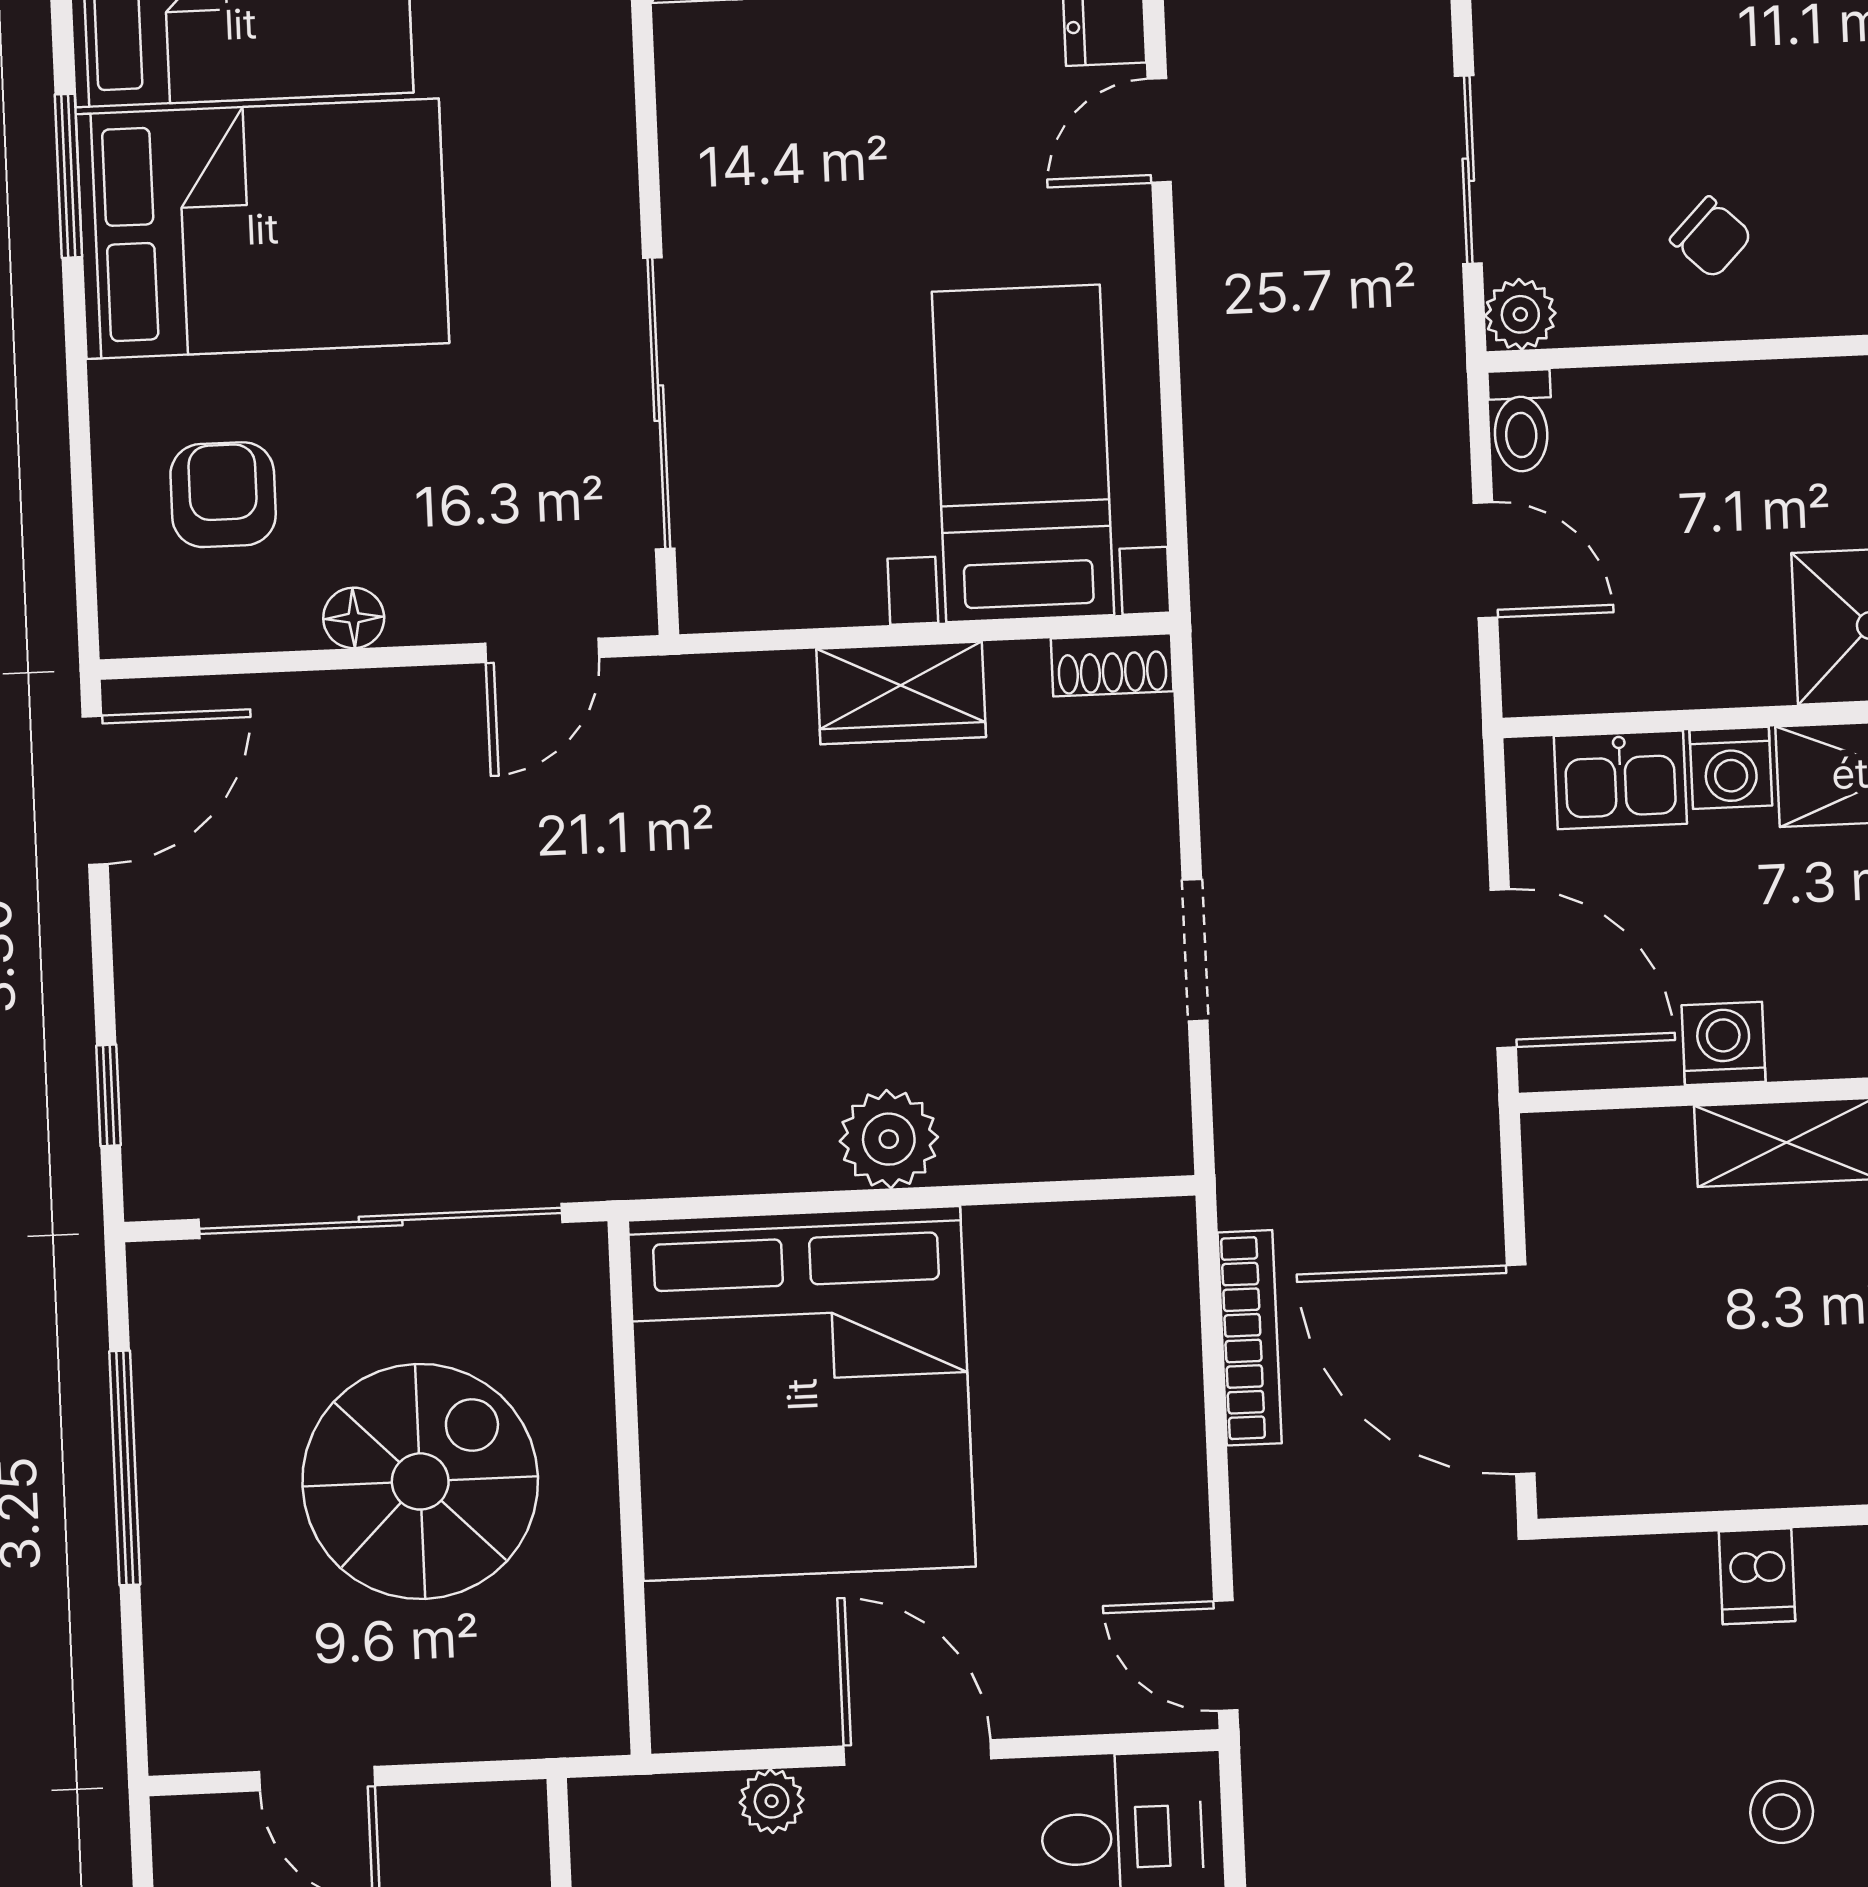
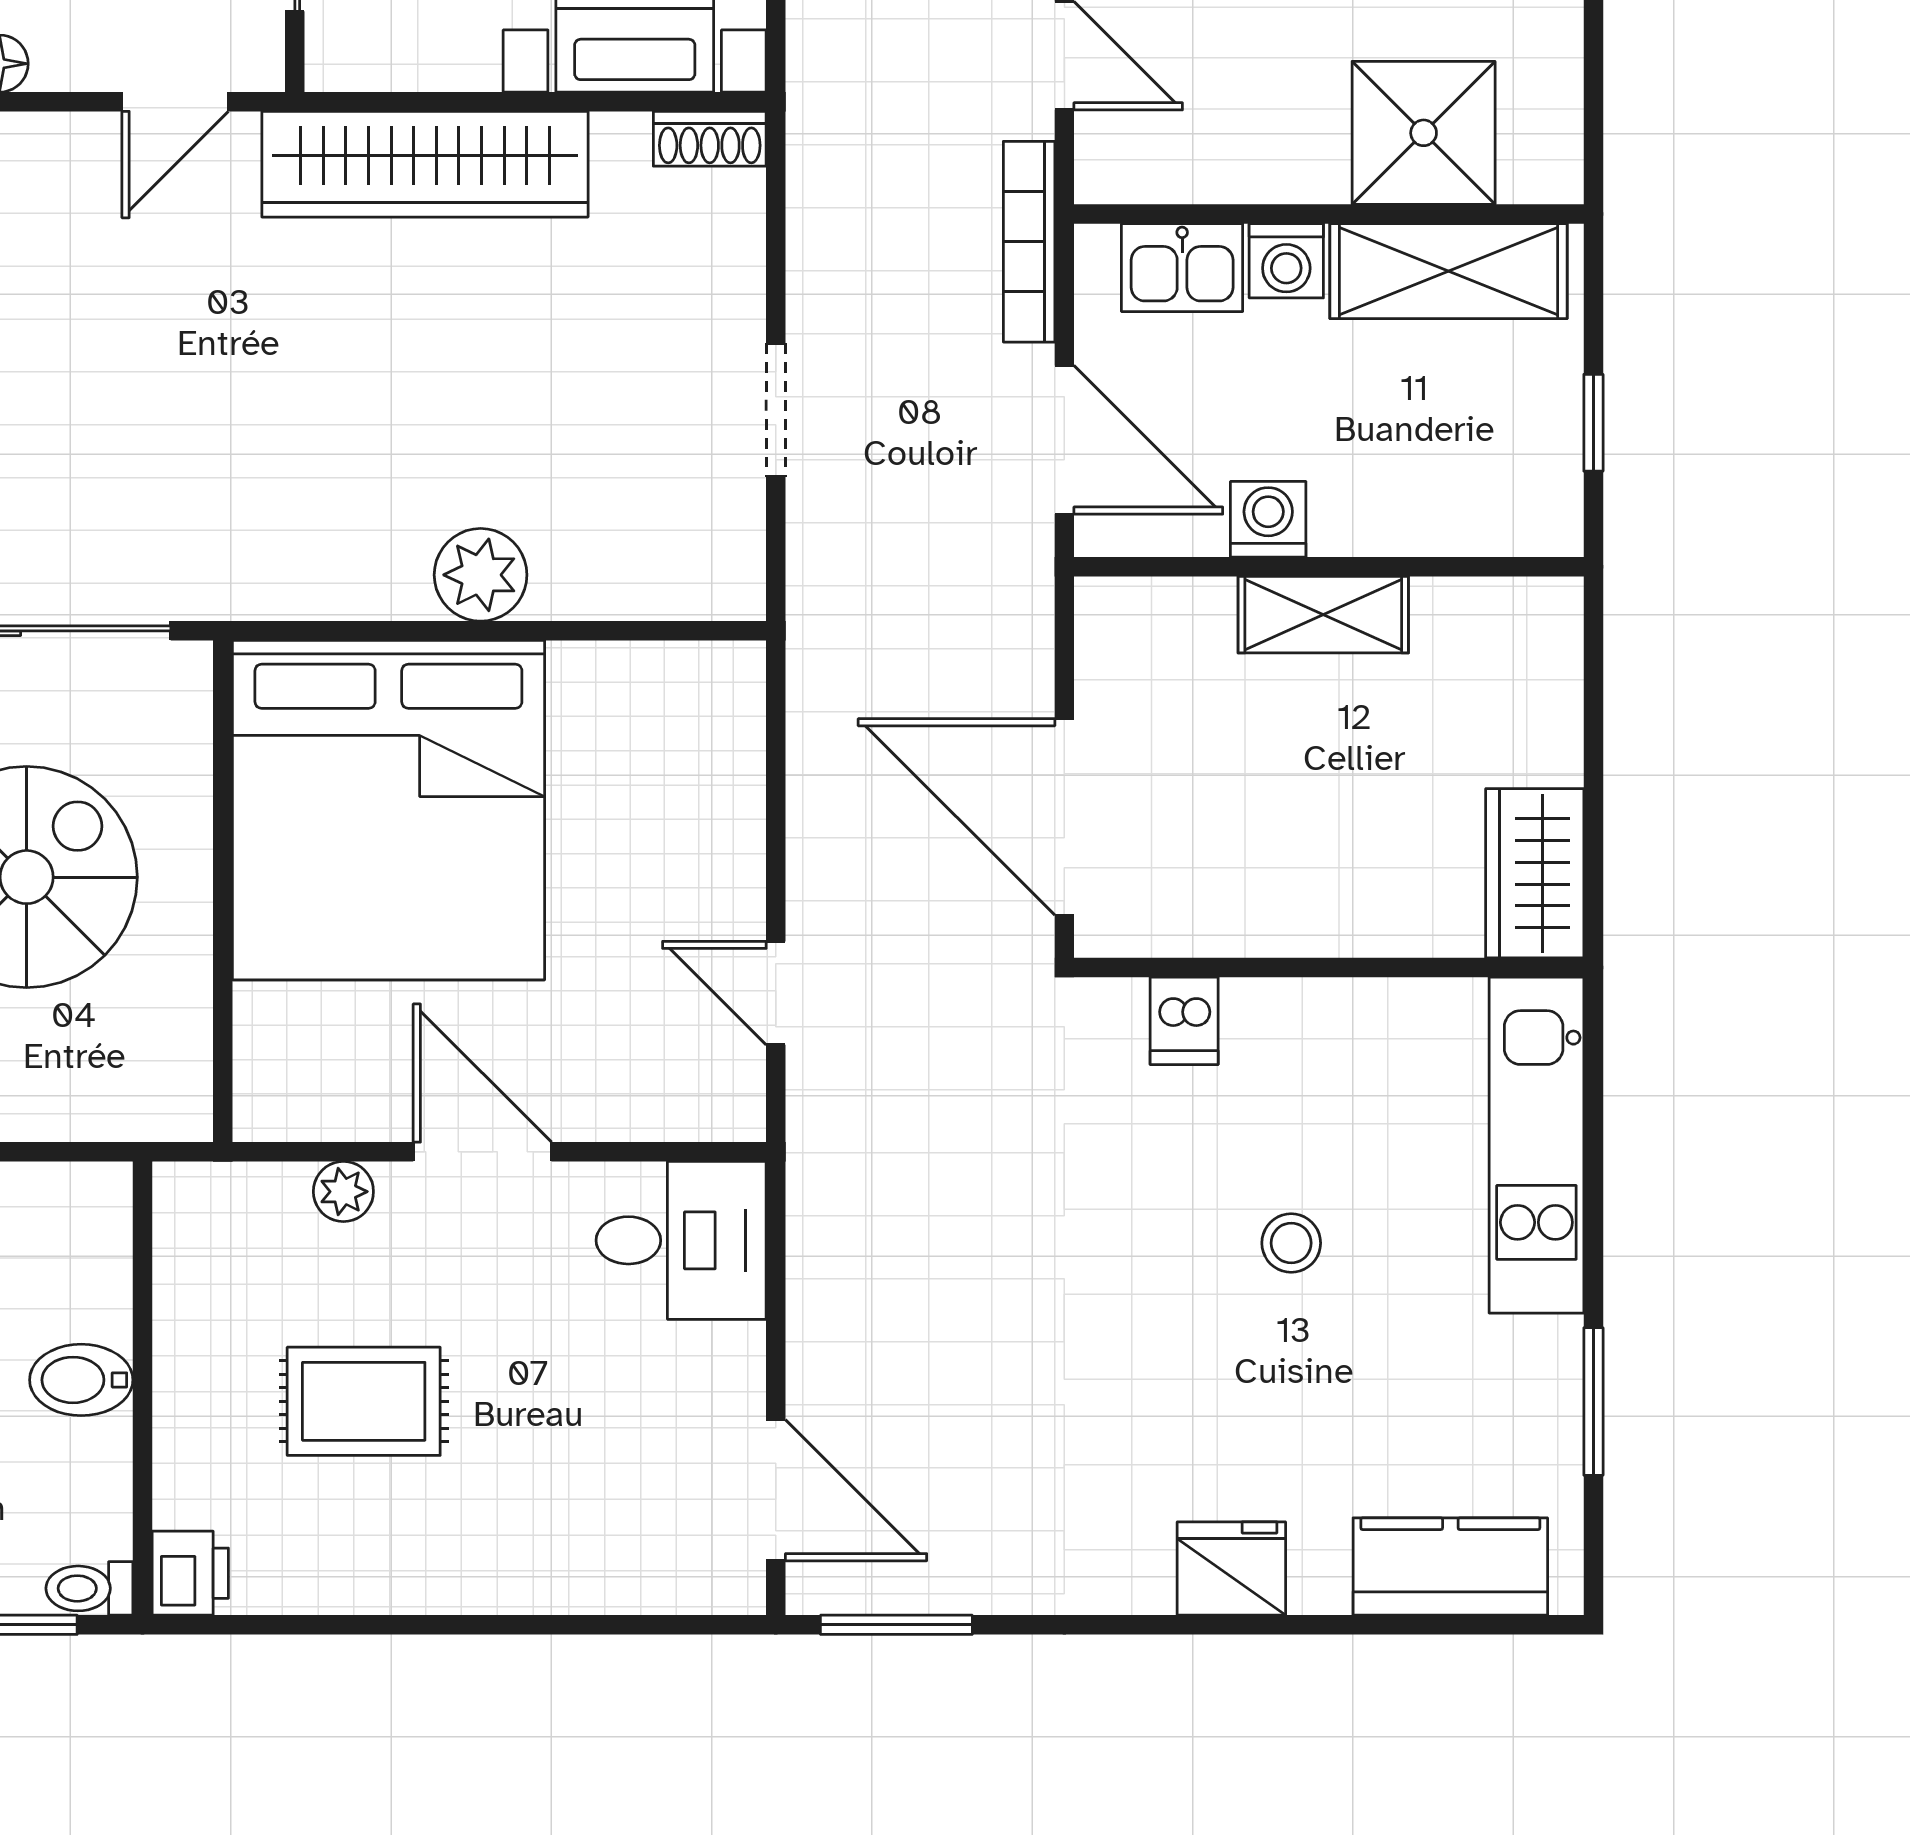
wardrobe: (901, 693) -> (425, 164), width x2.10, depth x1.17
bookcase: (1250, 1338) -> (1029, 242), moved, turned 180
dishwasher: (1757, 1576) -> (1184, 1021), moved
door: (1226, 1656) -> (776, 993), moved

